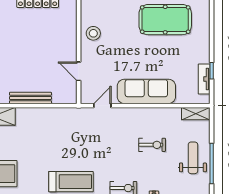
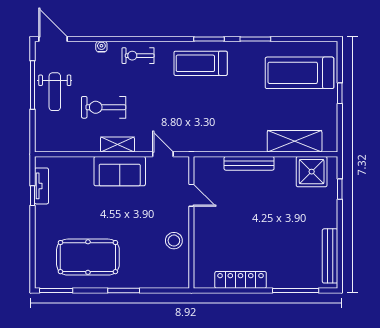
sofa: (146, 91) -> (120, 171), width x0.73
door: (102, 106) -> (163, 154), swing flipped
shelving: (196, 114) -> (117, 145), moved
exercise bike: (152, 145) -> (104, 107), width x1.38, depth x1.39

